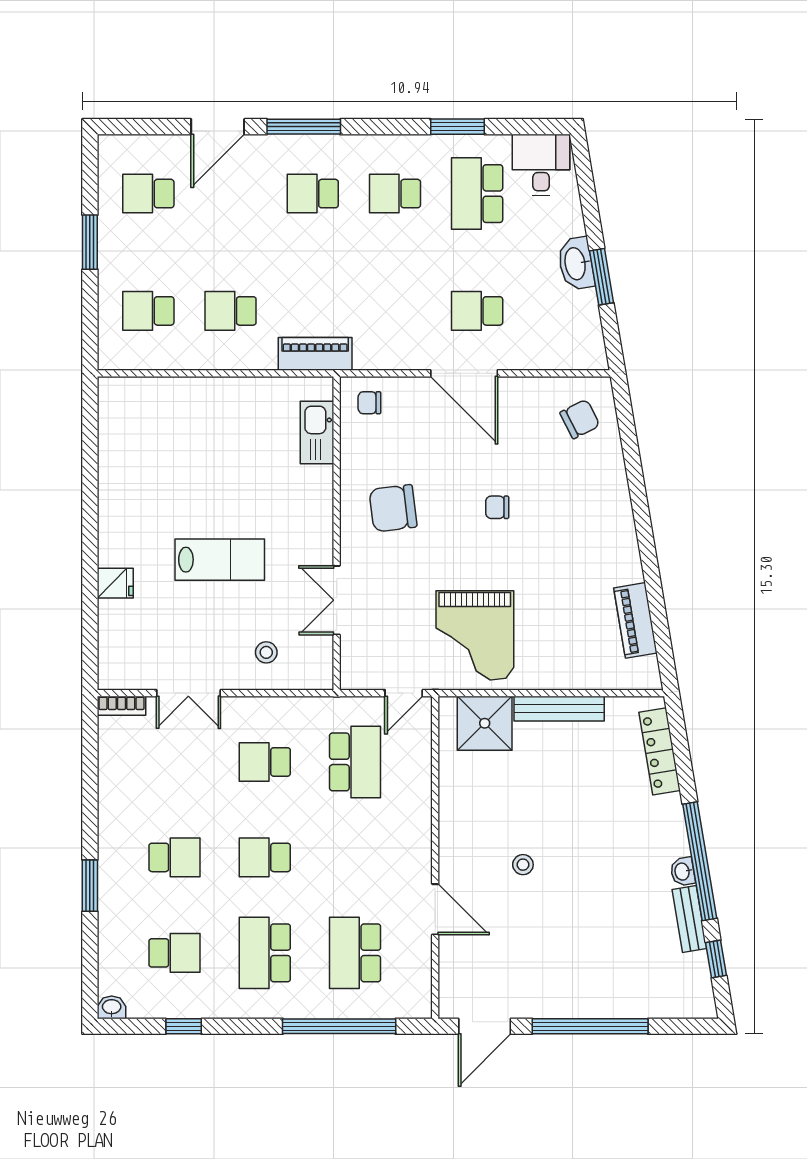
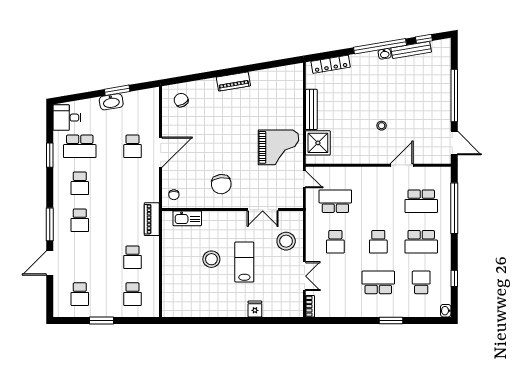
door: (218, 127) -> (50, 263), swing flipped
stool: (226, 486) -> (211, 259), added
chair: (497, 507) -> (221, 137), removed
piano: (635, 620) -> (233, 82), moved
stool: (266, 652) -> (286, 241), width x1.89, depth x1.89
school desk: (175, 857) -> (378, 282), width x1.85
bench: (689, 919) -> (411, 50), width x1.36

